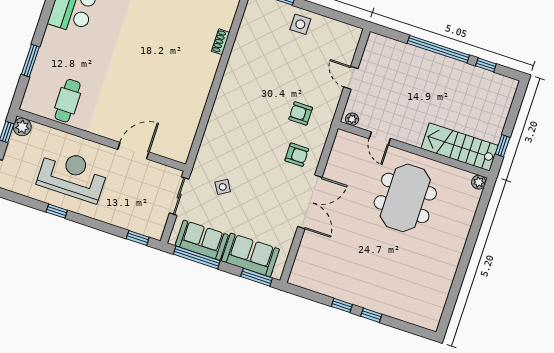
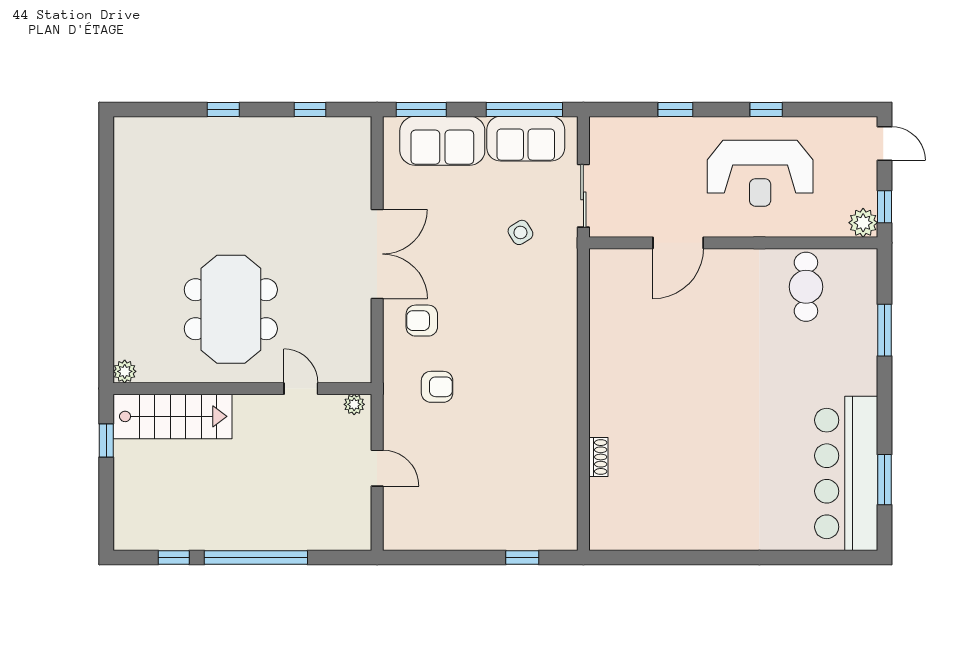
side table: (300, 24) -> (483, 525), removed
double door: (310, 202) -> (377, 254), swing flipped
window: (138, 238) -> (675, 109), moved
window: (342, 305) -> (310, 109), moved

